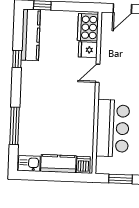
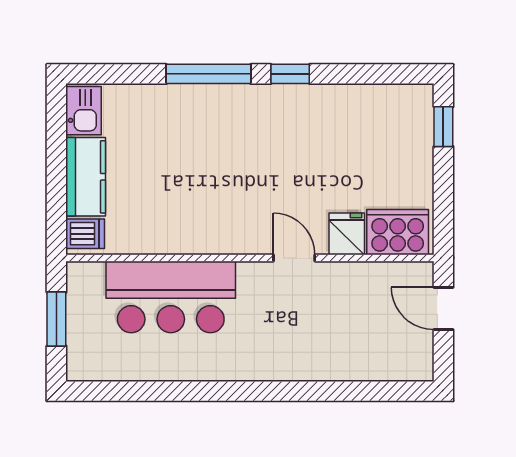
kitchen counter: (31, 35) -> (376, 103), removed
window: (17, 59) -> (290, 74), moved
window: (14, 126) -> (208, 74), moved

